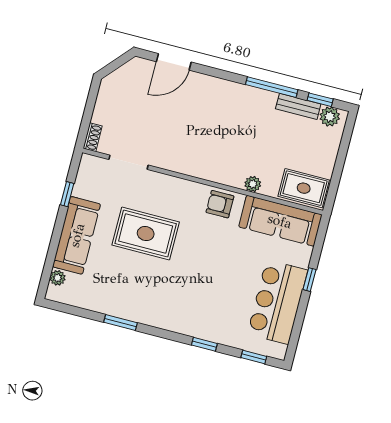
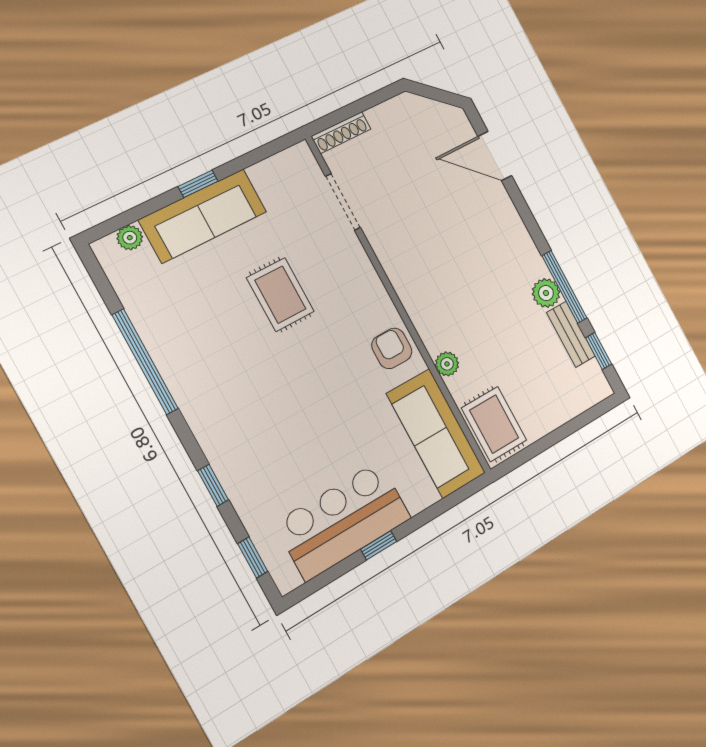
plant: (330, 117) -> (546, 293), moved
shoe rack: (93, 137) -> (341, 133), width x1.43
window: (67, 194) -> (198, 184), moved
rug: (146, 234) -> (280, 295), width x0.73, depth x0.70
window: (310, 280) -> (379, 545), moved
window: (121, 323) -> (145, 362), width x2.11

